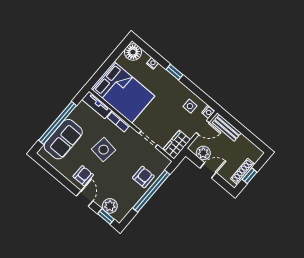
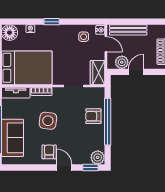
door: (203, 128) -> (106, 44), hinge flipped
bench: (227, 128) -> (128, 30), width x1.36
armchair: (143, 177) -> (93, 116), turned -90
plant: (110, 206) -> (98, 157), moved

